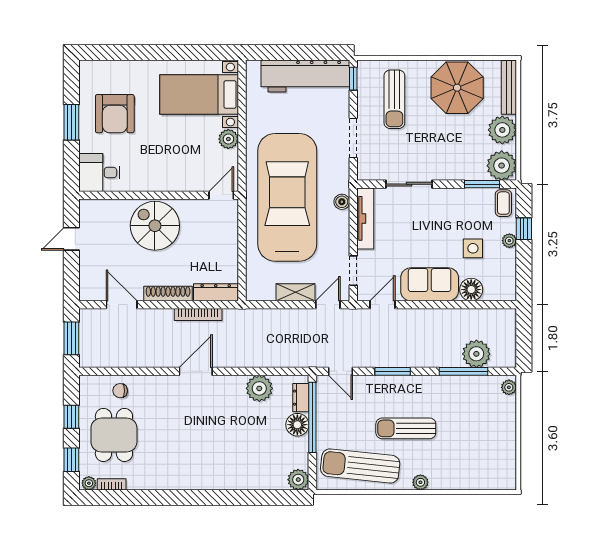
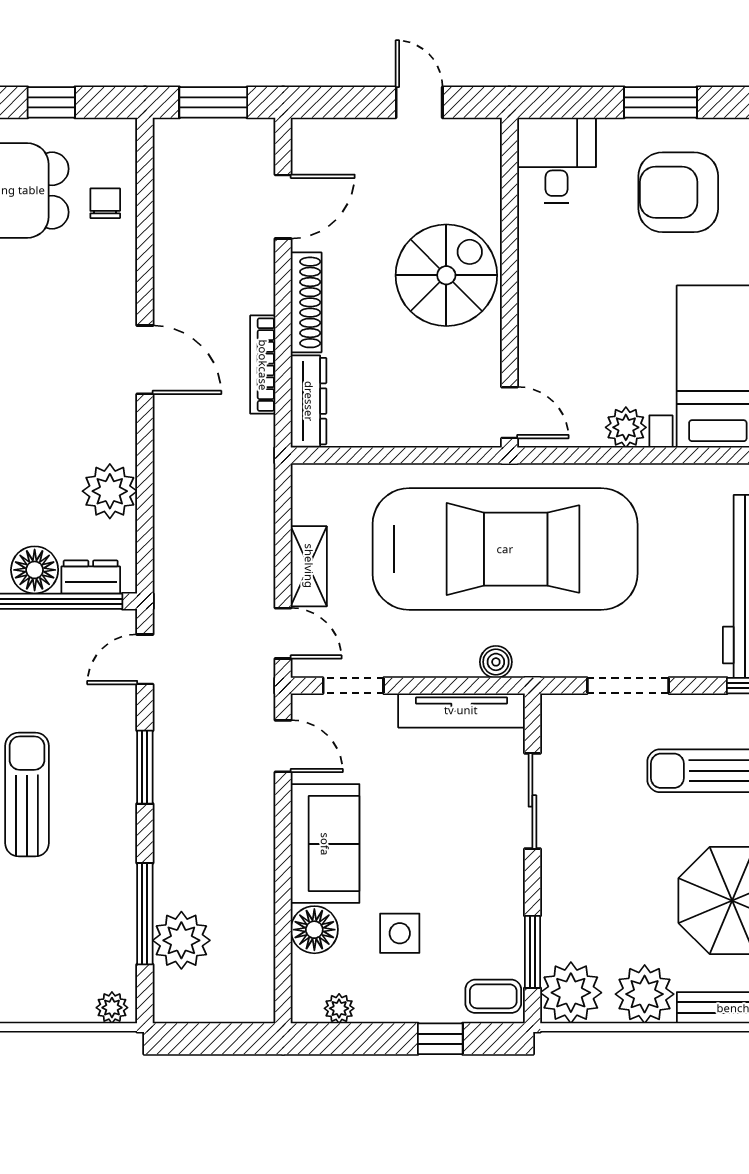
plant: (509, 241) -> (339, 1008), moved

